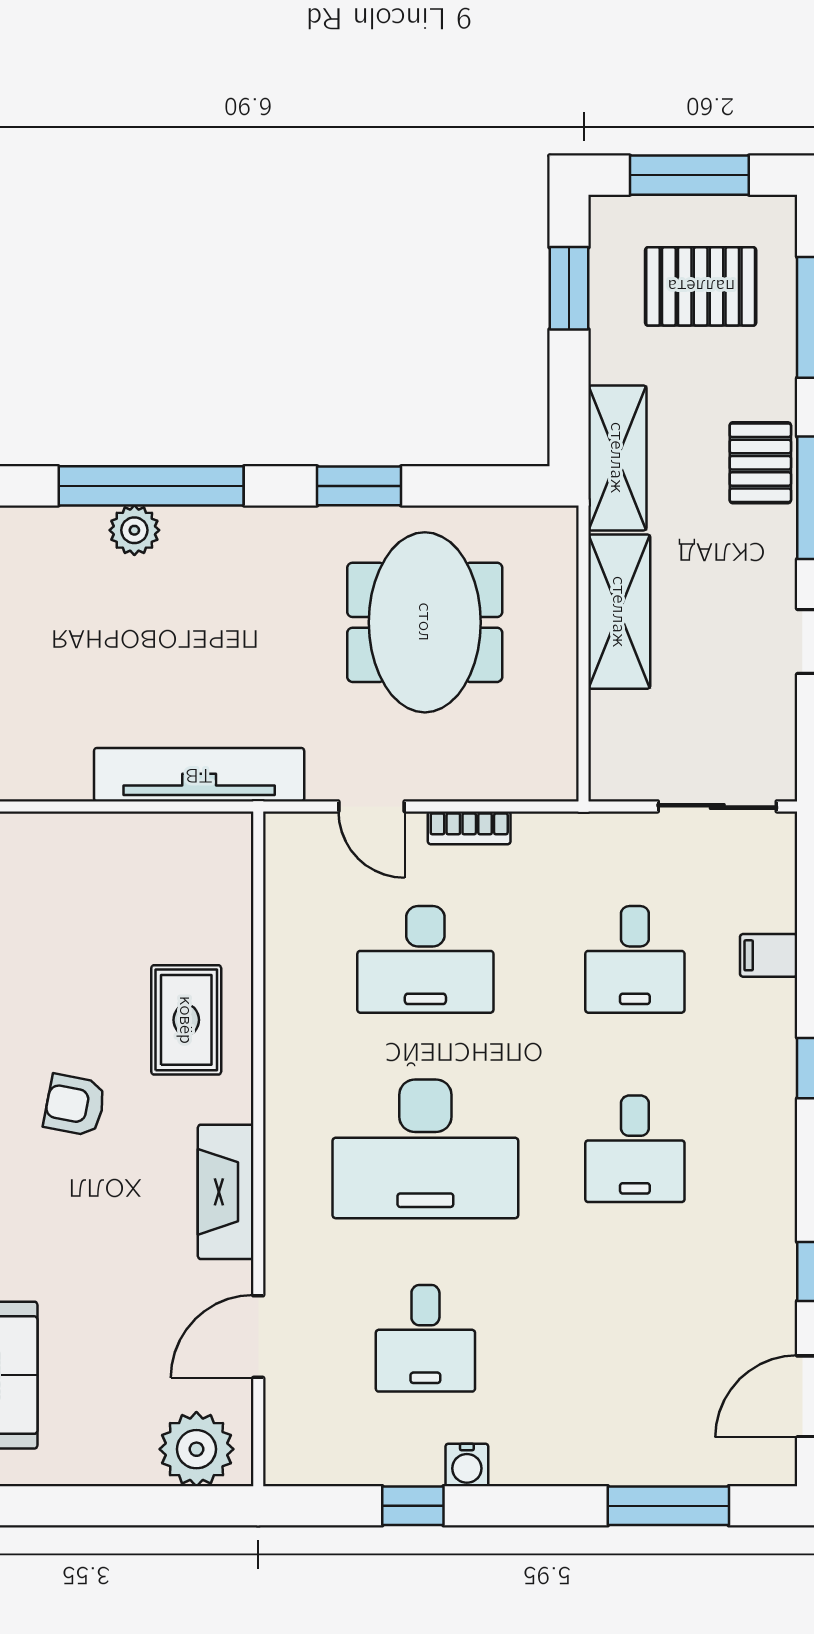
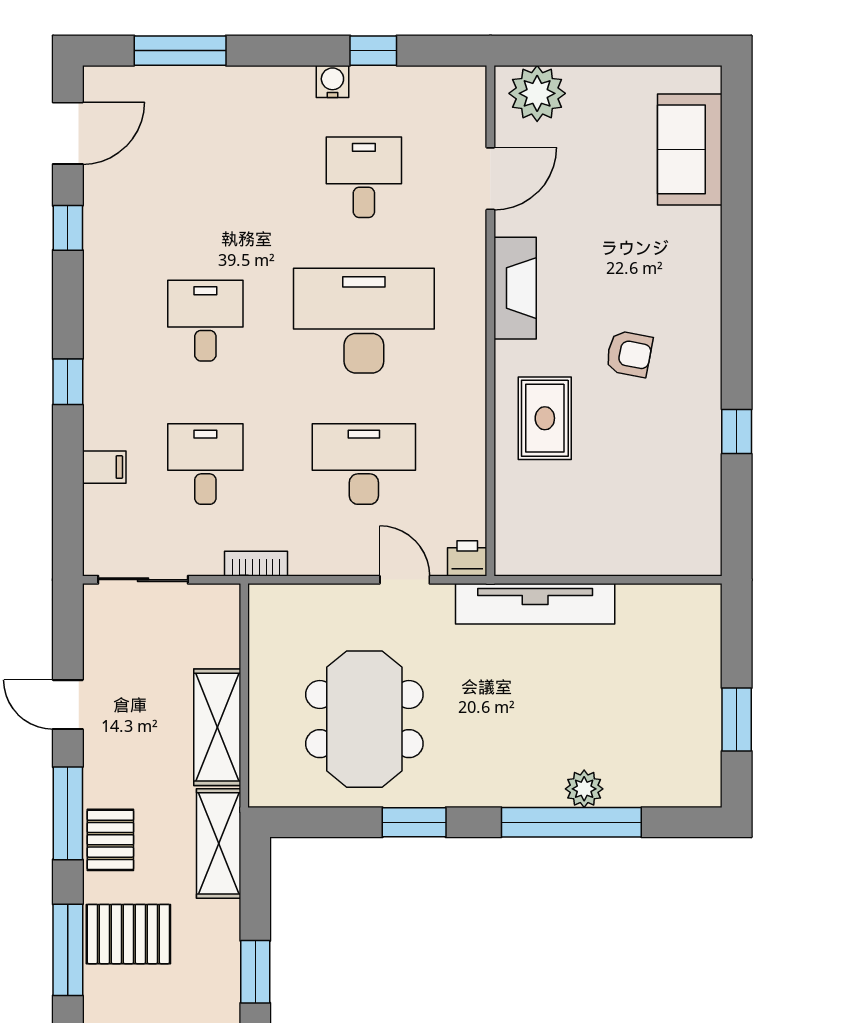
pallet: (701, 286) -> (128, 934), moved
bookcase: (469, 828) -> (256, 564), moved
printer: (289, 835) -> (467, 558), added

